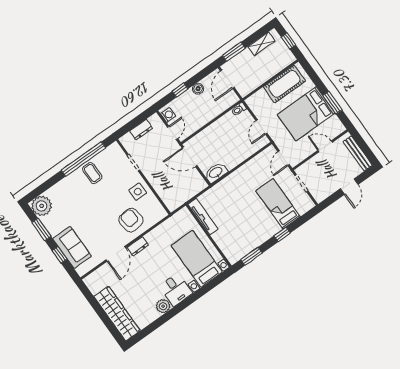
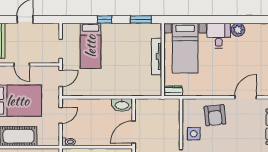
door: (190, 157) -> (134, 132), swing flipped
tv unit: (203, 217) -> (157, 57), moved
dresser: (138, 246) -> (173, 91), moved

